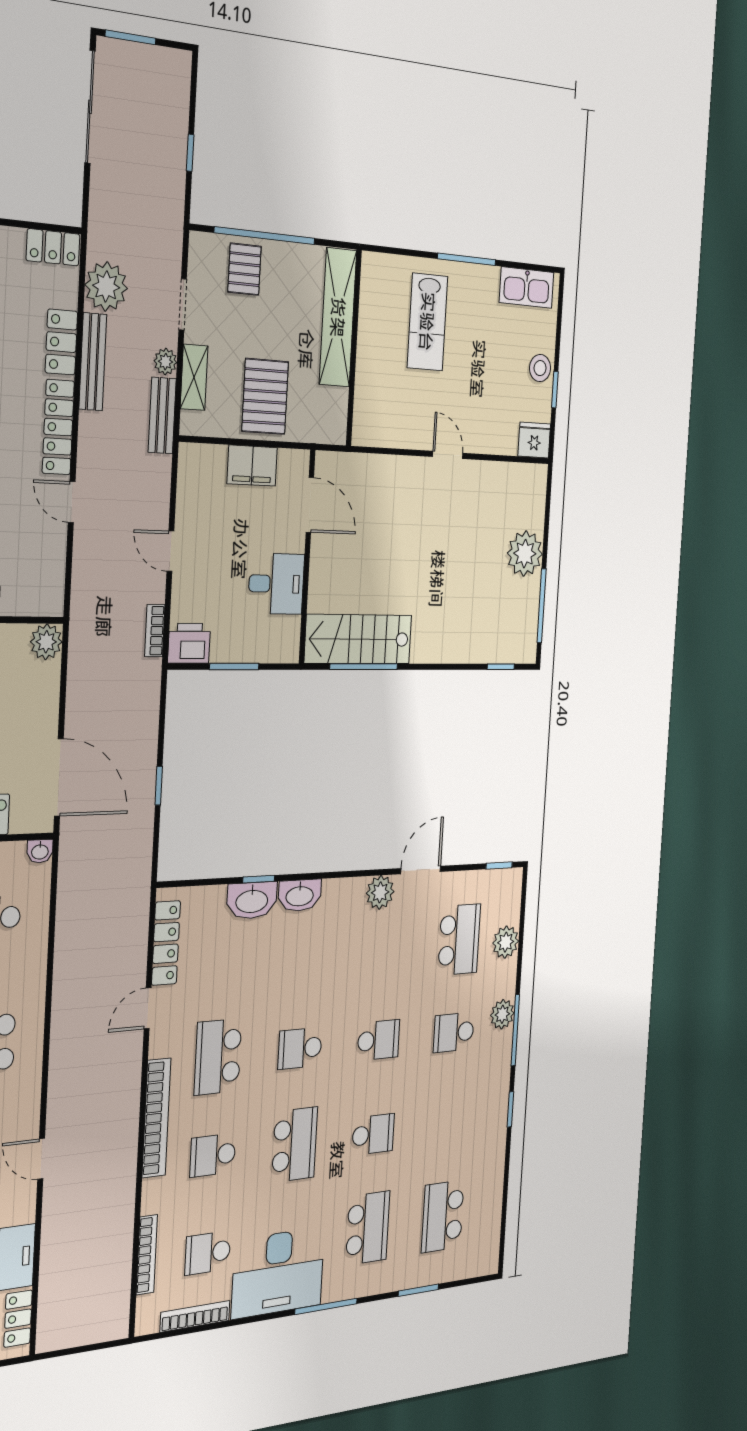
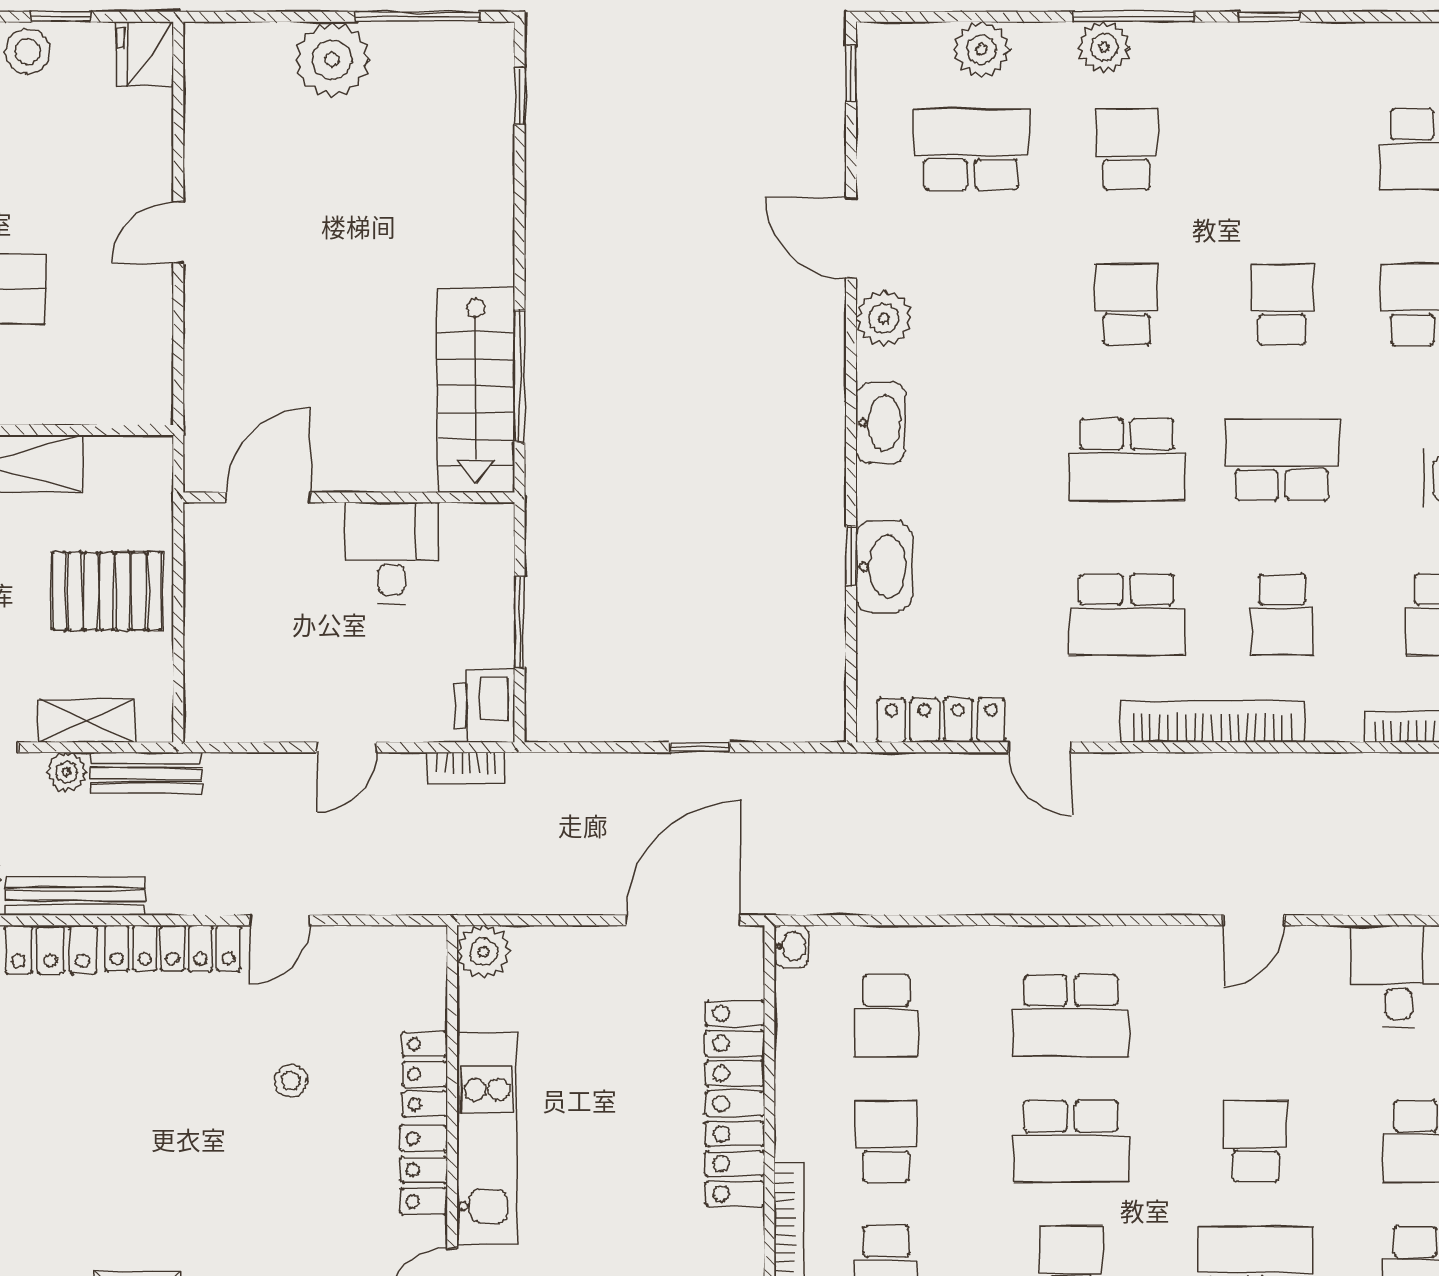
filing cabinet: (252, 466) -> (213, 608), removed
washbasin: (300, 895) -> (881, 423), moved
school desk: (454, 1032) -> (1127, 149), turned 180
school desk: (300, 1048) -> (1127, 460), width x1.85

